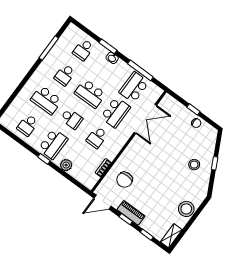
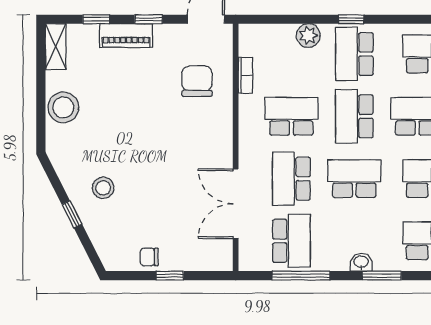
school desk: (72, 119) -> (354, 116), width x1.85
school desk: (97, 137) -> (291, 116), width x1.85
piano: (131, 213) -> (126, 36), moved

